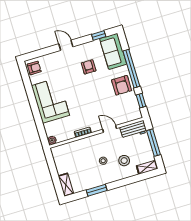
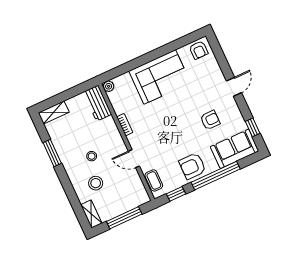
coffee table: (128, 116) -> (154, 180), added
door: (110, 129) -> (134, 159), swing flipped
workbench: (133, 130) -> (97, 103), moved

